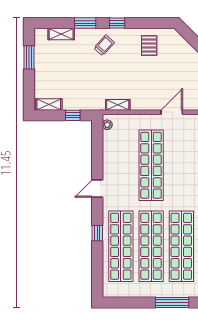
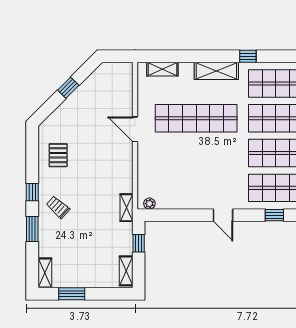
shelving: (61, 34) -> (45, 273), moved
pallet: (149, 46) -> (58, 155), turned 90
shelving: (118, 105) -> (126, 208), moved
shop shelf: (151, 165) -> (196, 118), moved

